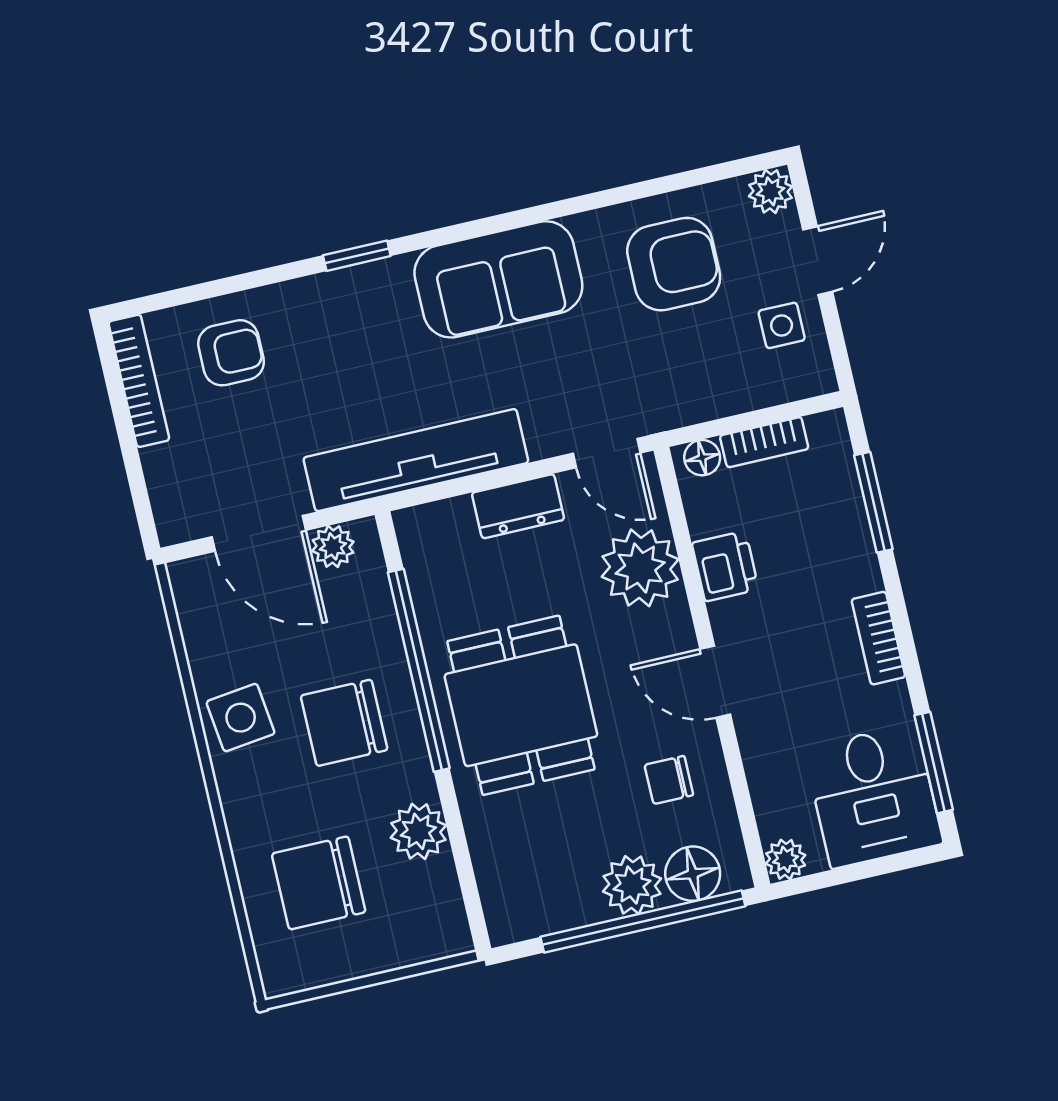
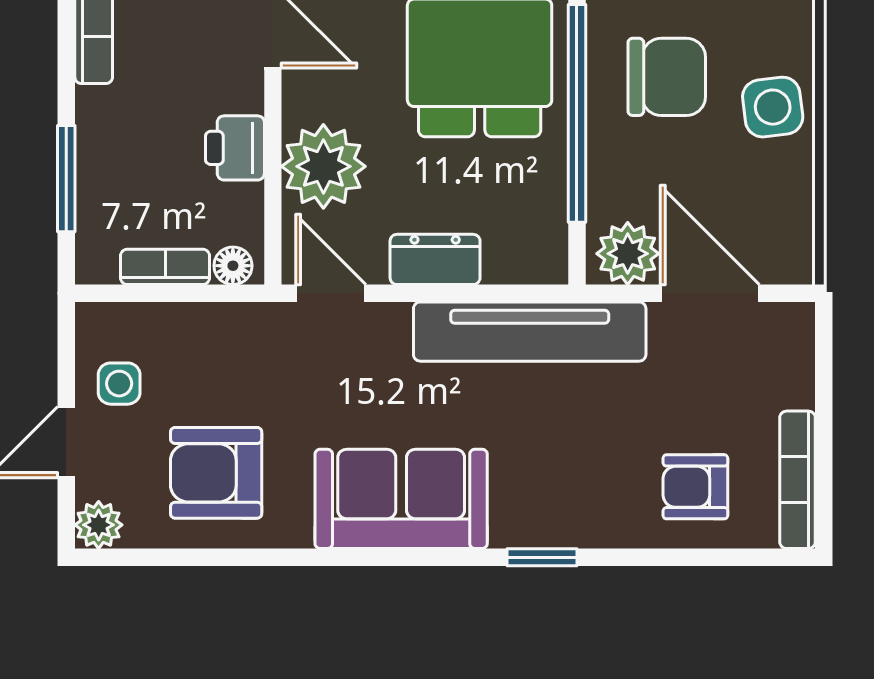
plant: (333, 546) -> (628, 254), width x1.38, depth x1.38

